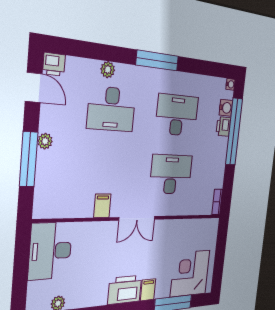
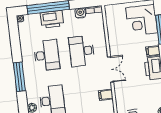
water cooler: (226, 108) -> (80, 13), moved
desk: (177, 115) -> (47, 55), turned 180
printer: (223, 126) -> (52, 19), width x1.87, depth x1.48

